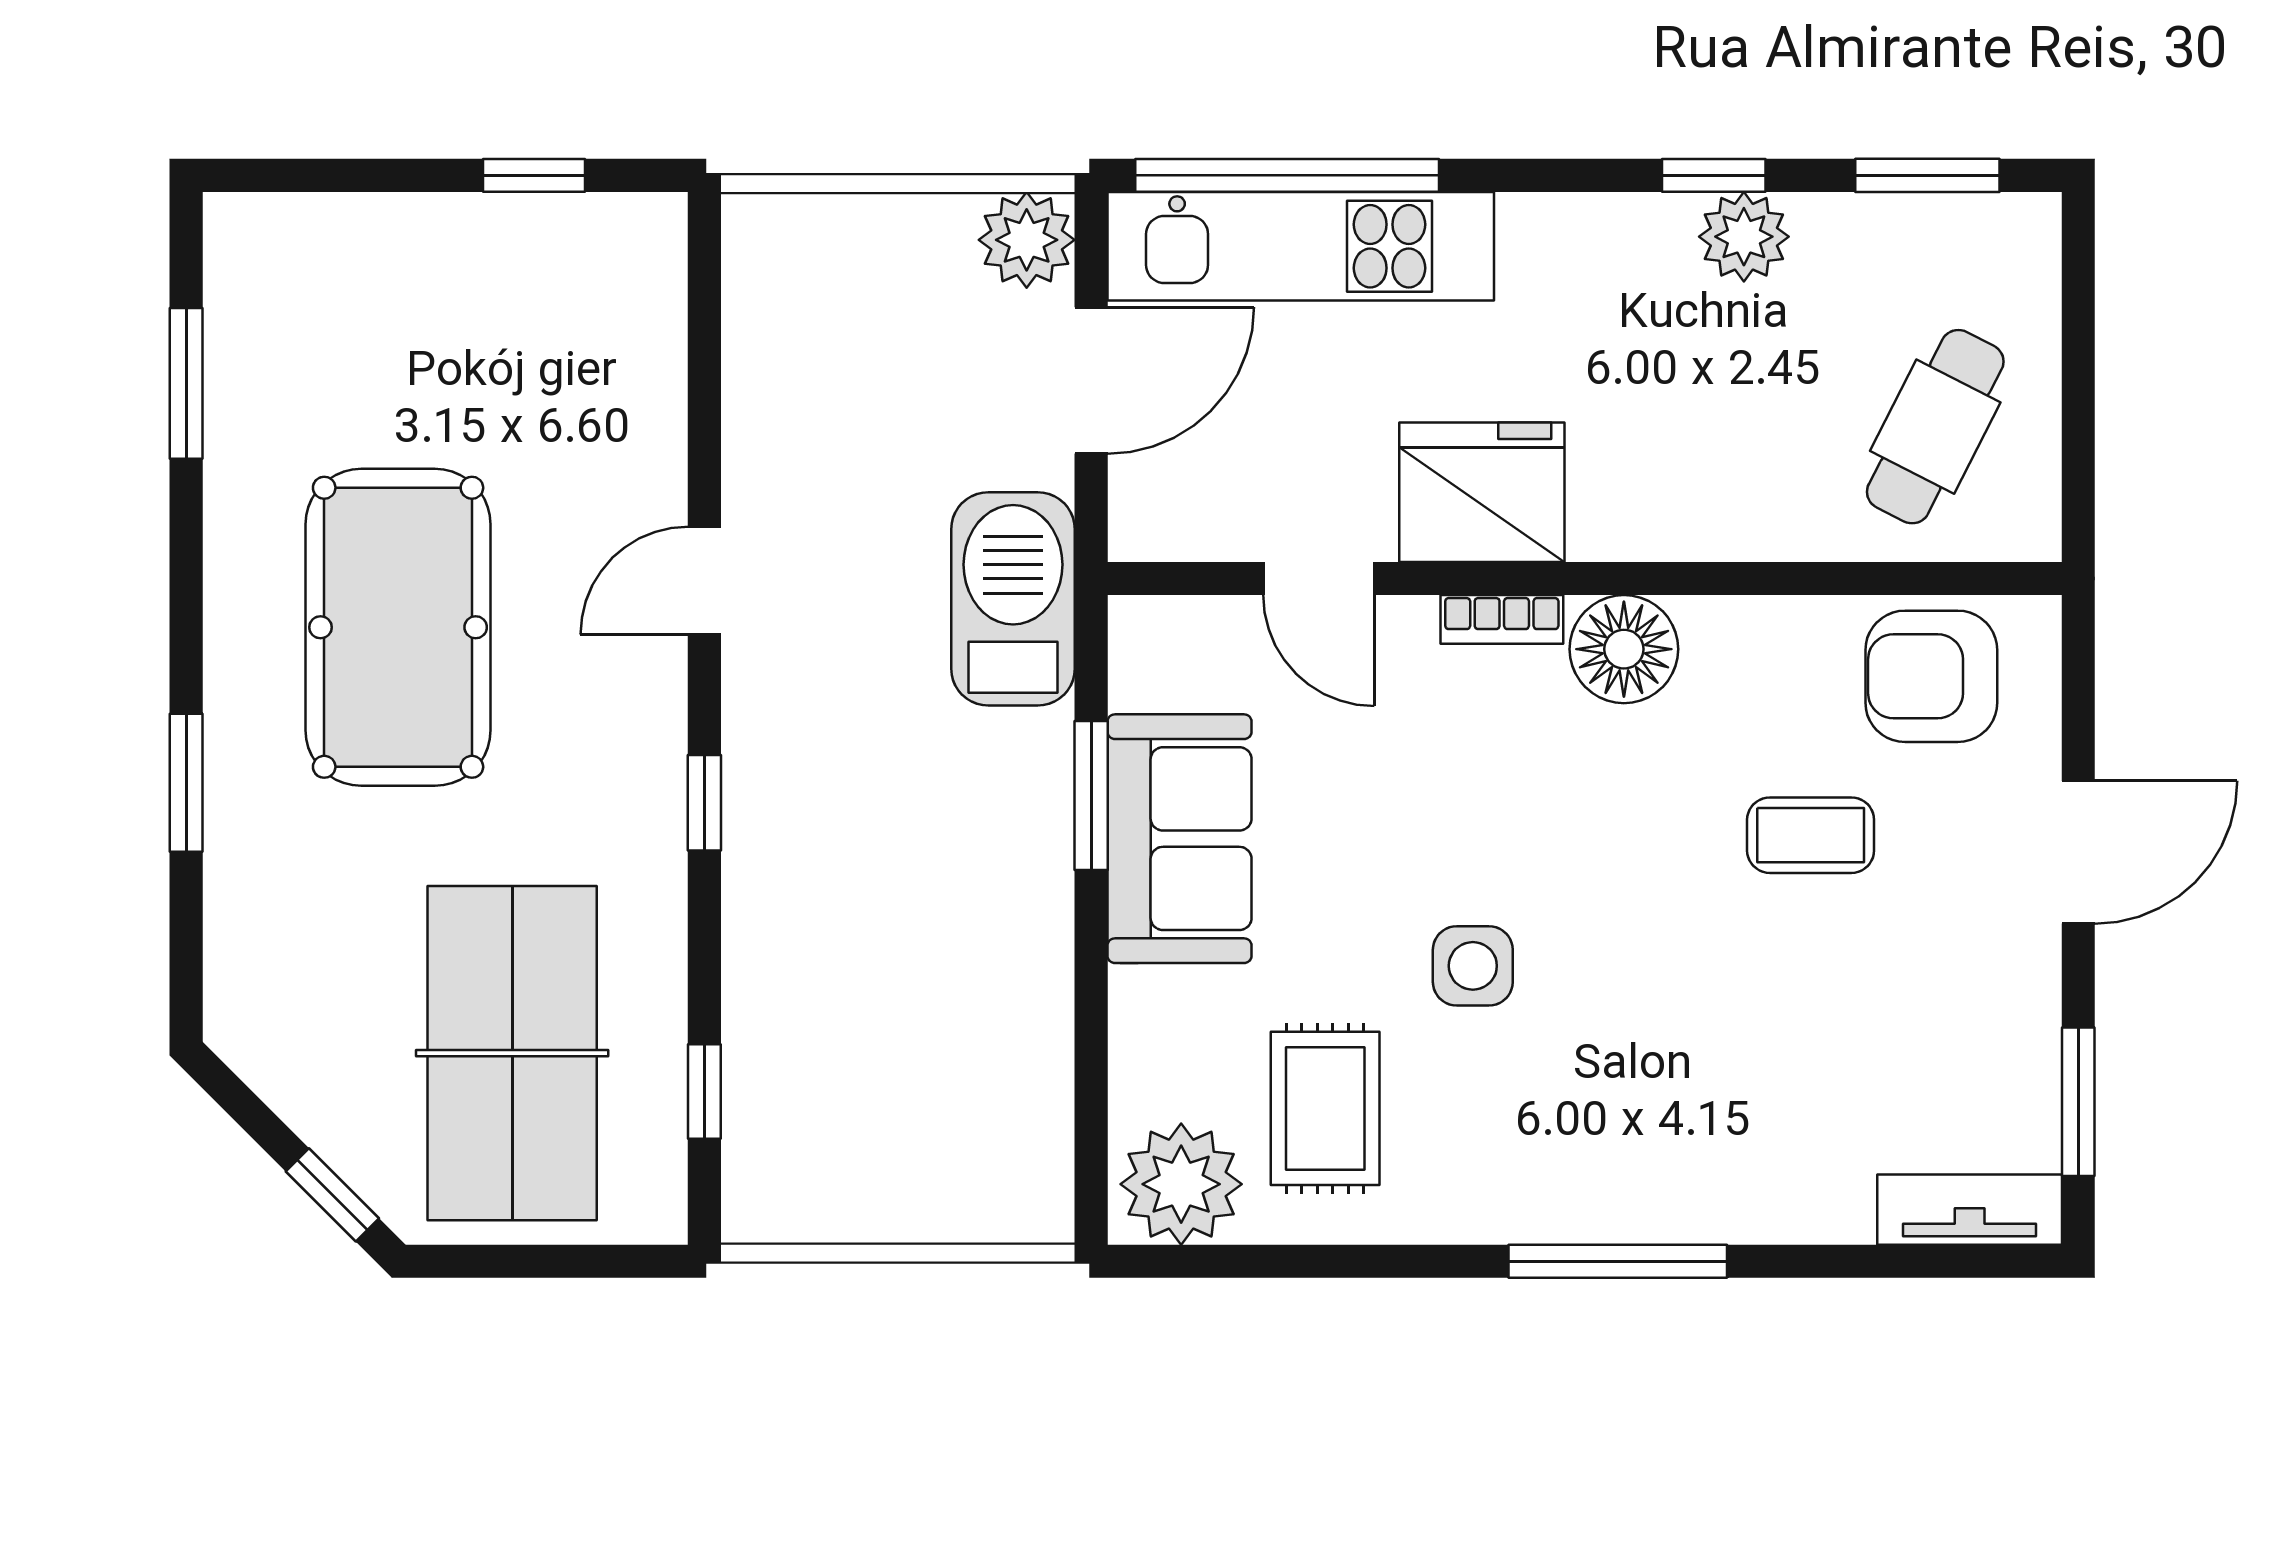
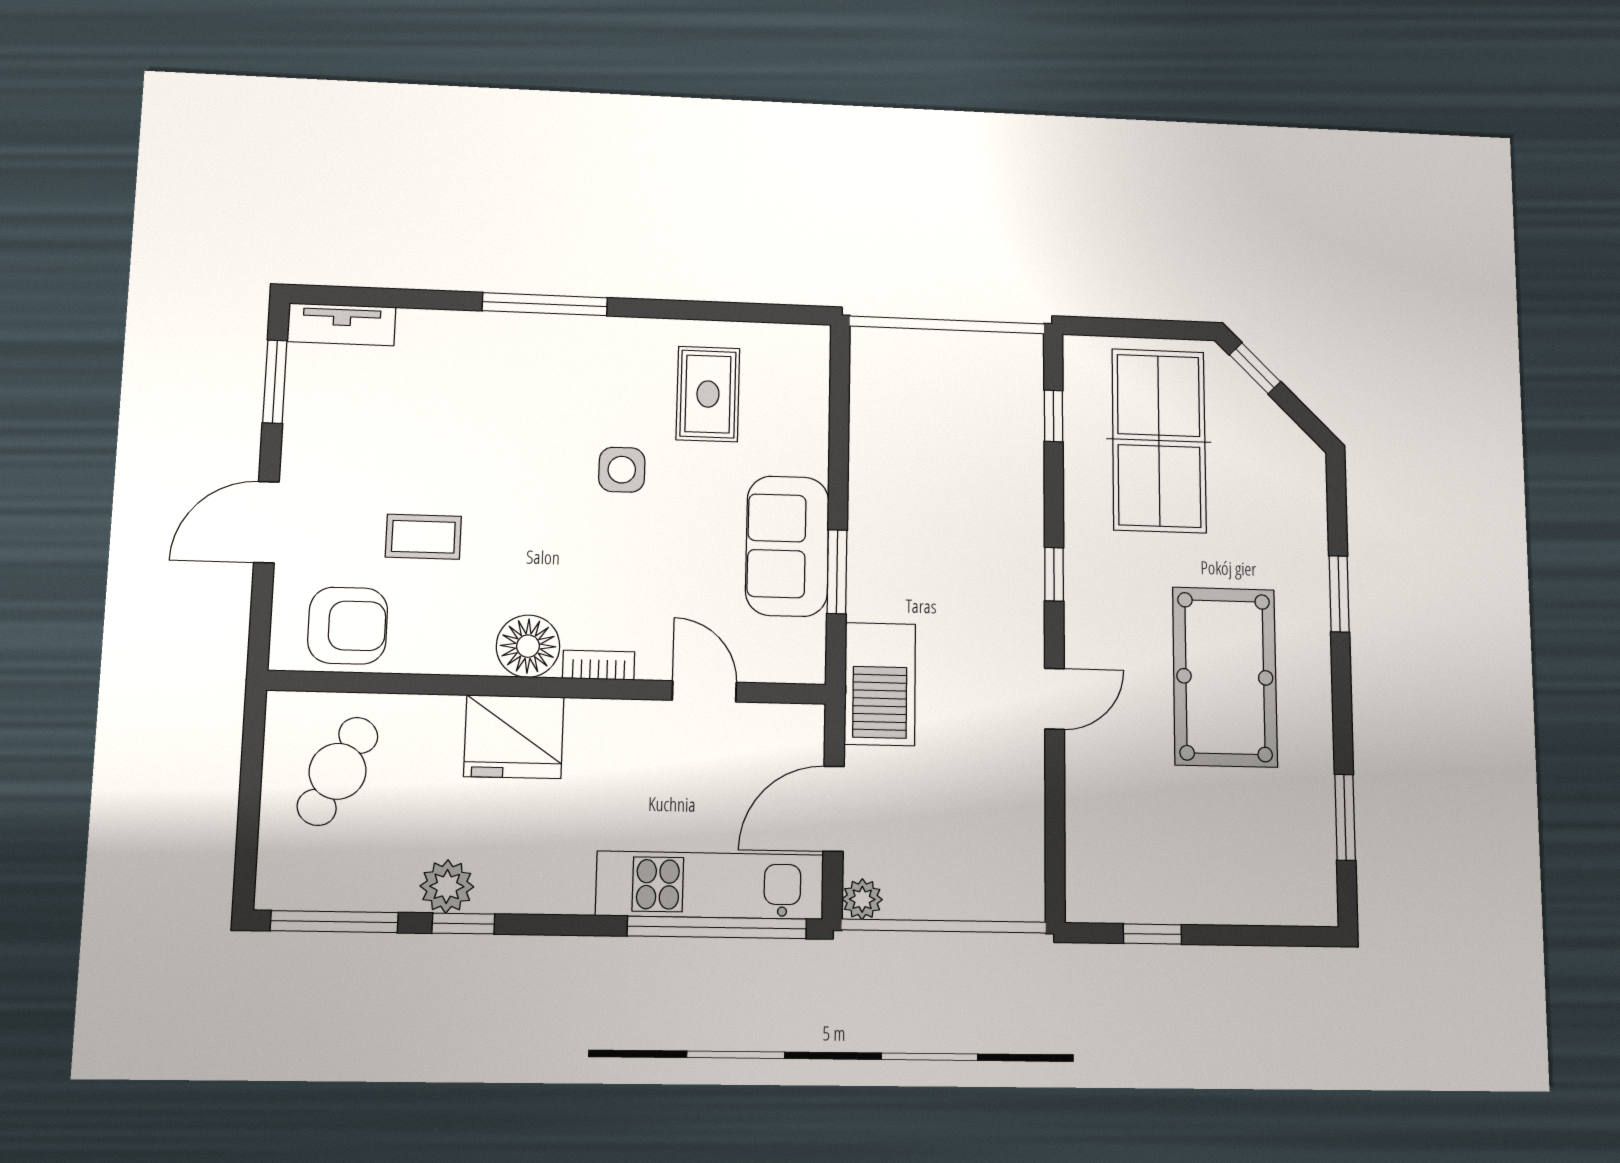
window: (1927, 175) -> (334, 922), width x1.44
plant: (1027, 240) -> (862, 899), width x0.73, depth x0.73
fridge: (1482, 492) -> (514, 737), moved
plant: (1181, 1184) -> (790, 356), removed

